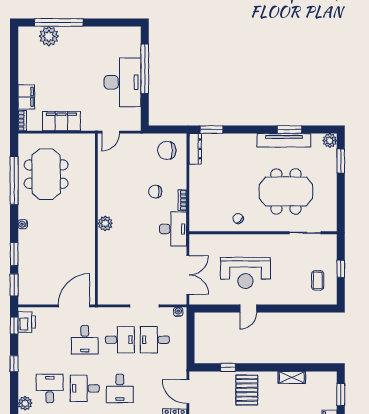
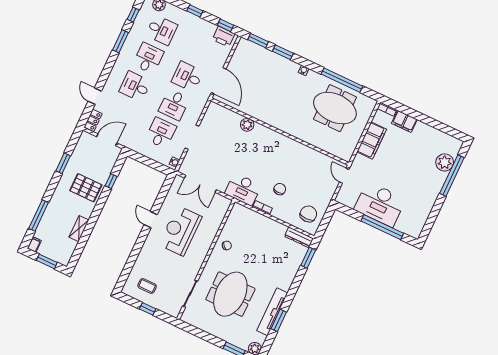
plant: (105, 223) -> (247, 125), moved

